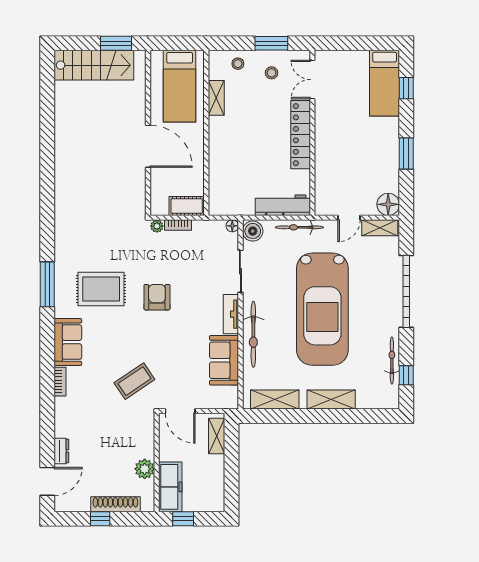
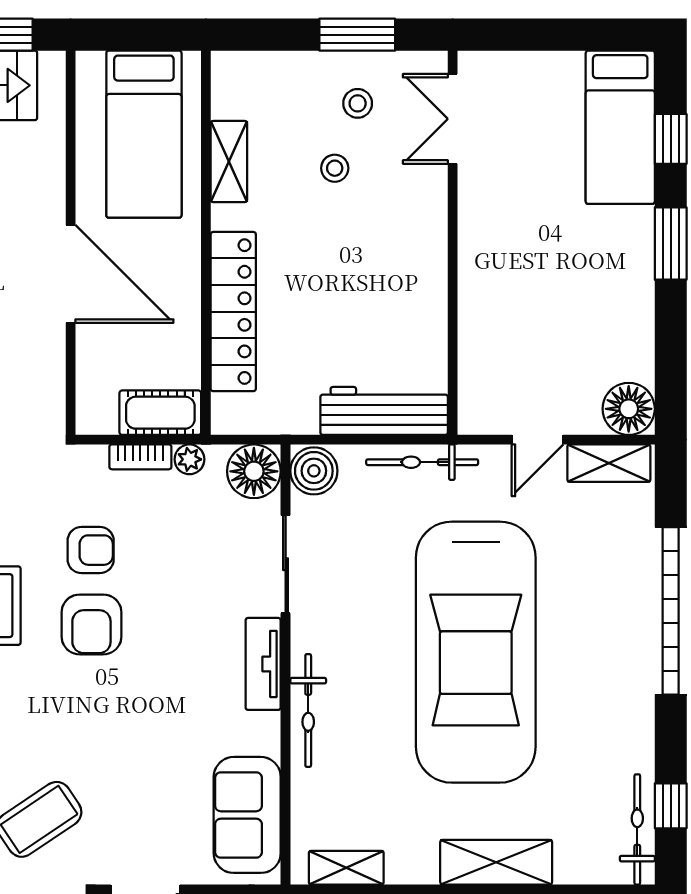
stool: (238, 64) -> (335, 168), moved
locker: (301, 135) -> (233, 312), moved, turned 180
window: (406, 154) -> (671, 243), moved
plant: (157, 226) -> (189, 459), moved
floor lamp: (232, 226) -> (254, 471), width x1.89, depth x1.89
armchair: (157, 265) -> (91, 550), added
armchair: (157, 297) -> (91, 624), turned 180
bicycle: (253, 334) -> (308, 711), width x0.73, depth x0.71
sofa: (224, 360) -> (247, 815), moved
bicycle: (392, 361) -> (637, 829), moved
shelving: (275, 399) -> (346, 868), width x0.67, depth x0.75

